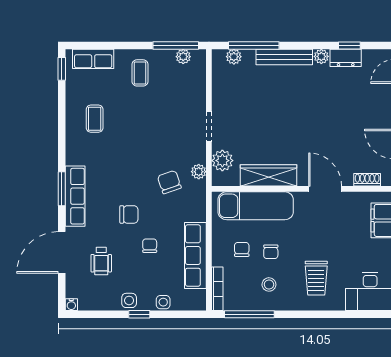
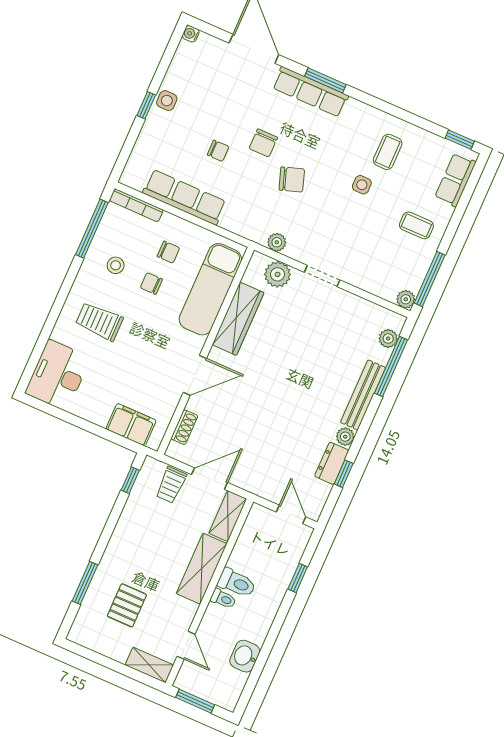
plant: (183, 57) -> (406, 299), moved
coffee table: (95, 119) -> (388, 152), turned 90
chair: (169, 182) -> (292, 179), moved
wheelchair: (101, 261) -> (225, 89), removed
side table: (163, 302) -> (362, 185), moved

